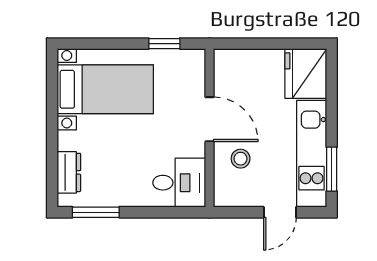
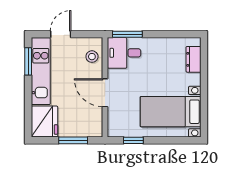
window: (260, 44) -> (73, 140), added
stool: (241, 159) -> (92, 57), moved
window: (96, 212) -> (127, 34), moved

